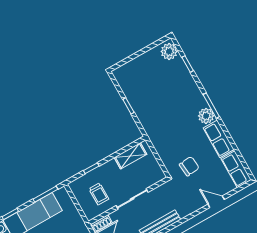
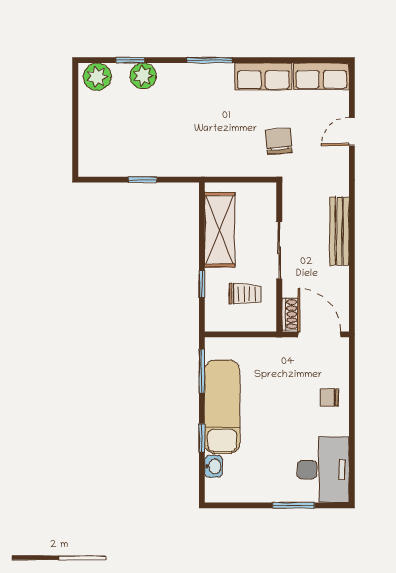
plant: (206, 116) -> (143, 76), moved
shelving: (130, 156) -> (220, 230), width x1.50, depth x1.33

